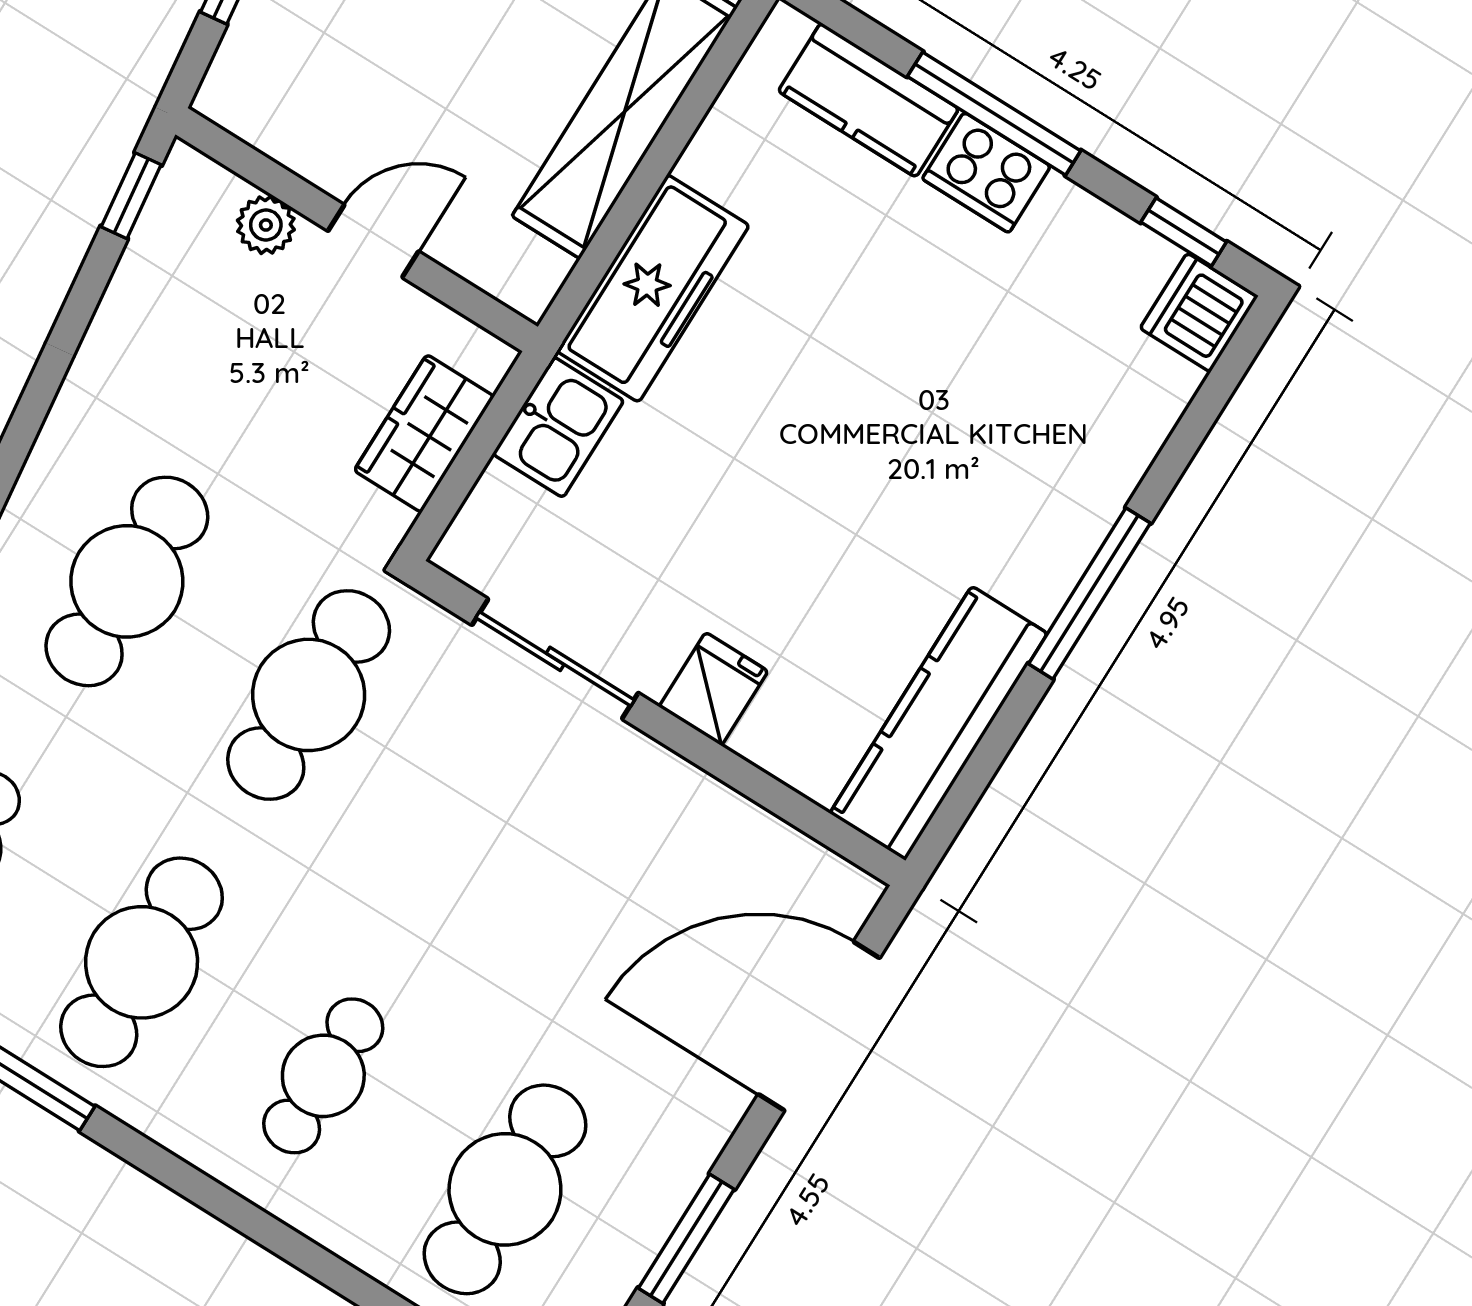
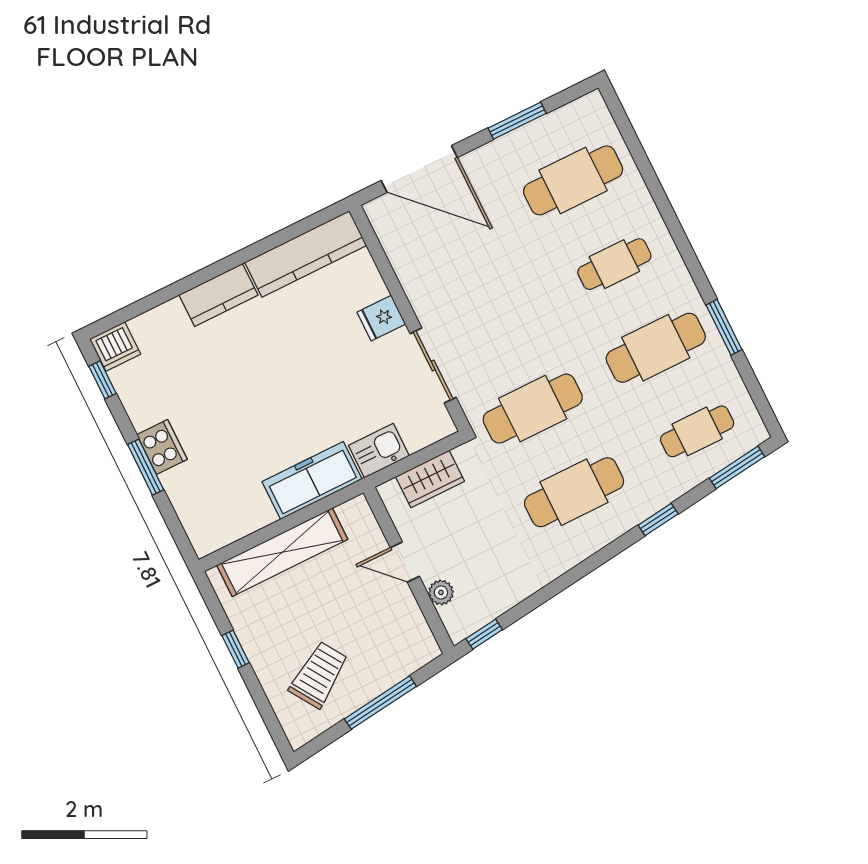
kitchen counter: (868, 100) -> (218, 295), moved, turned 90
window: (994, 114) -> (146, 467), width x0.69
window: (1089, 593) -> (220, 267), removed

